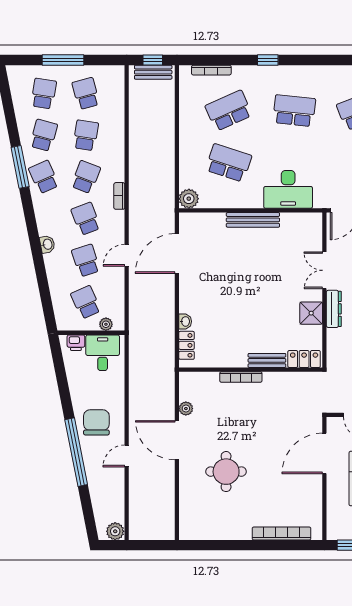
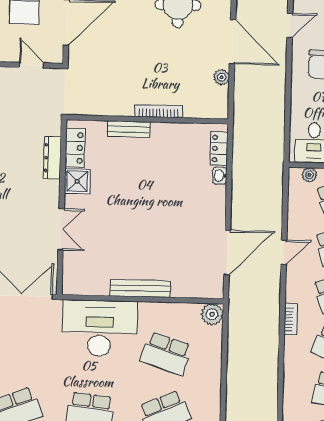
desk: (288, 189) -> (99, 328), width x1.36, depth x1.30
dresser: (334, 309) -> (52, 158), moved
locker: (304, 359) -> (75, 148), moved, turned -90

